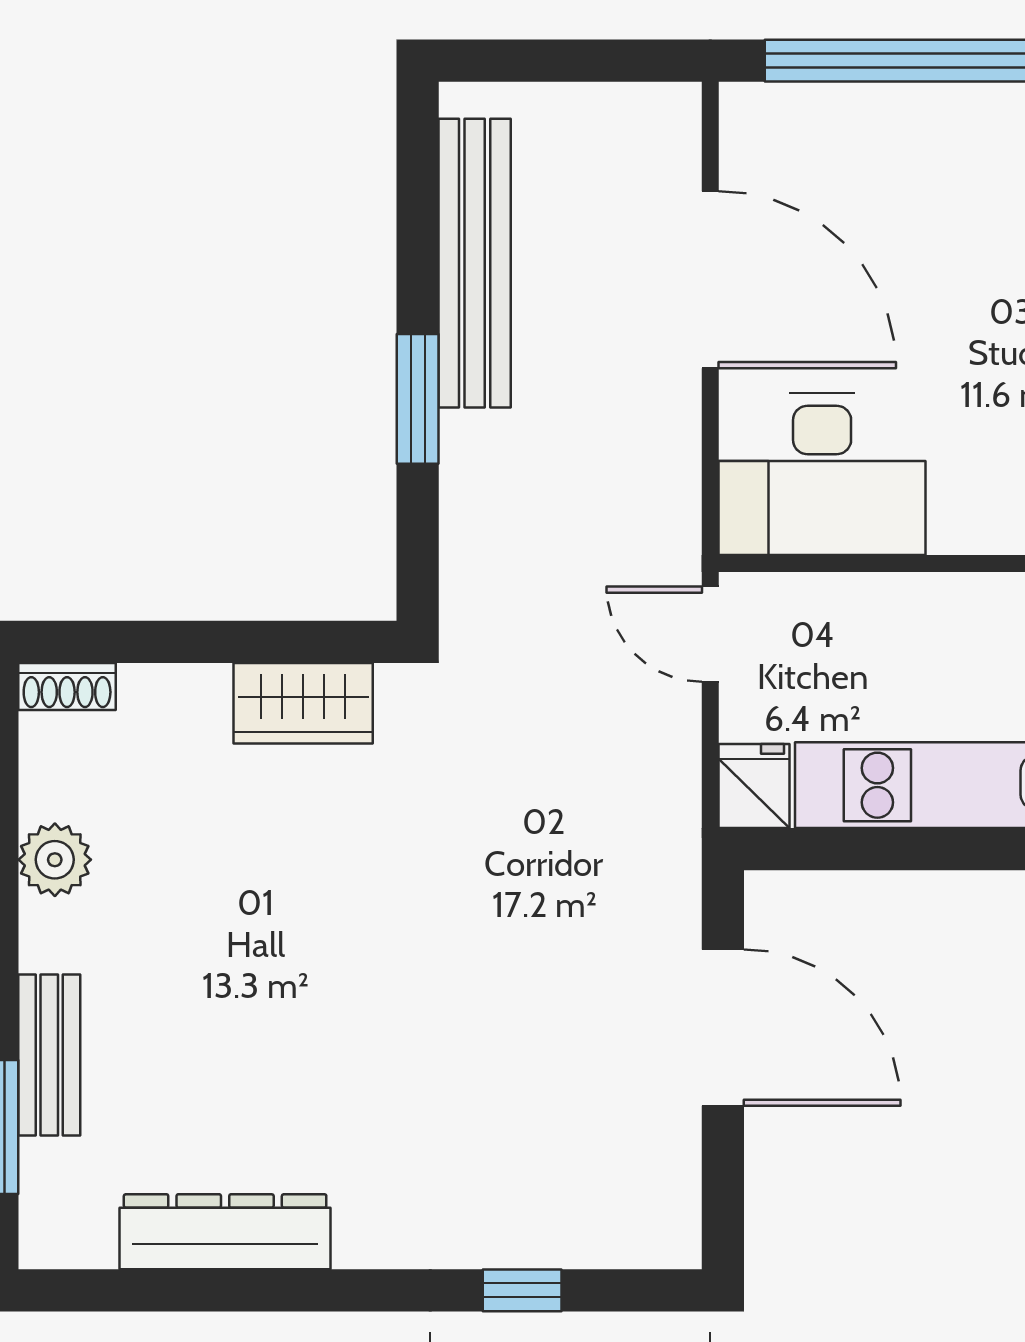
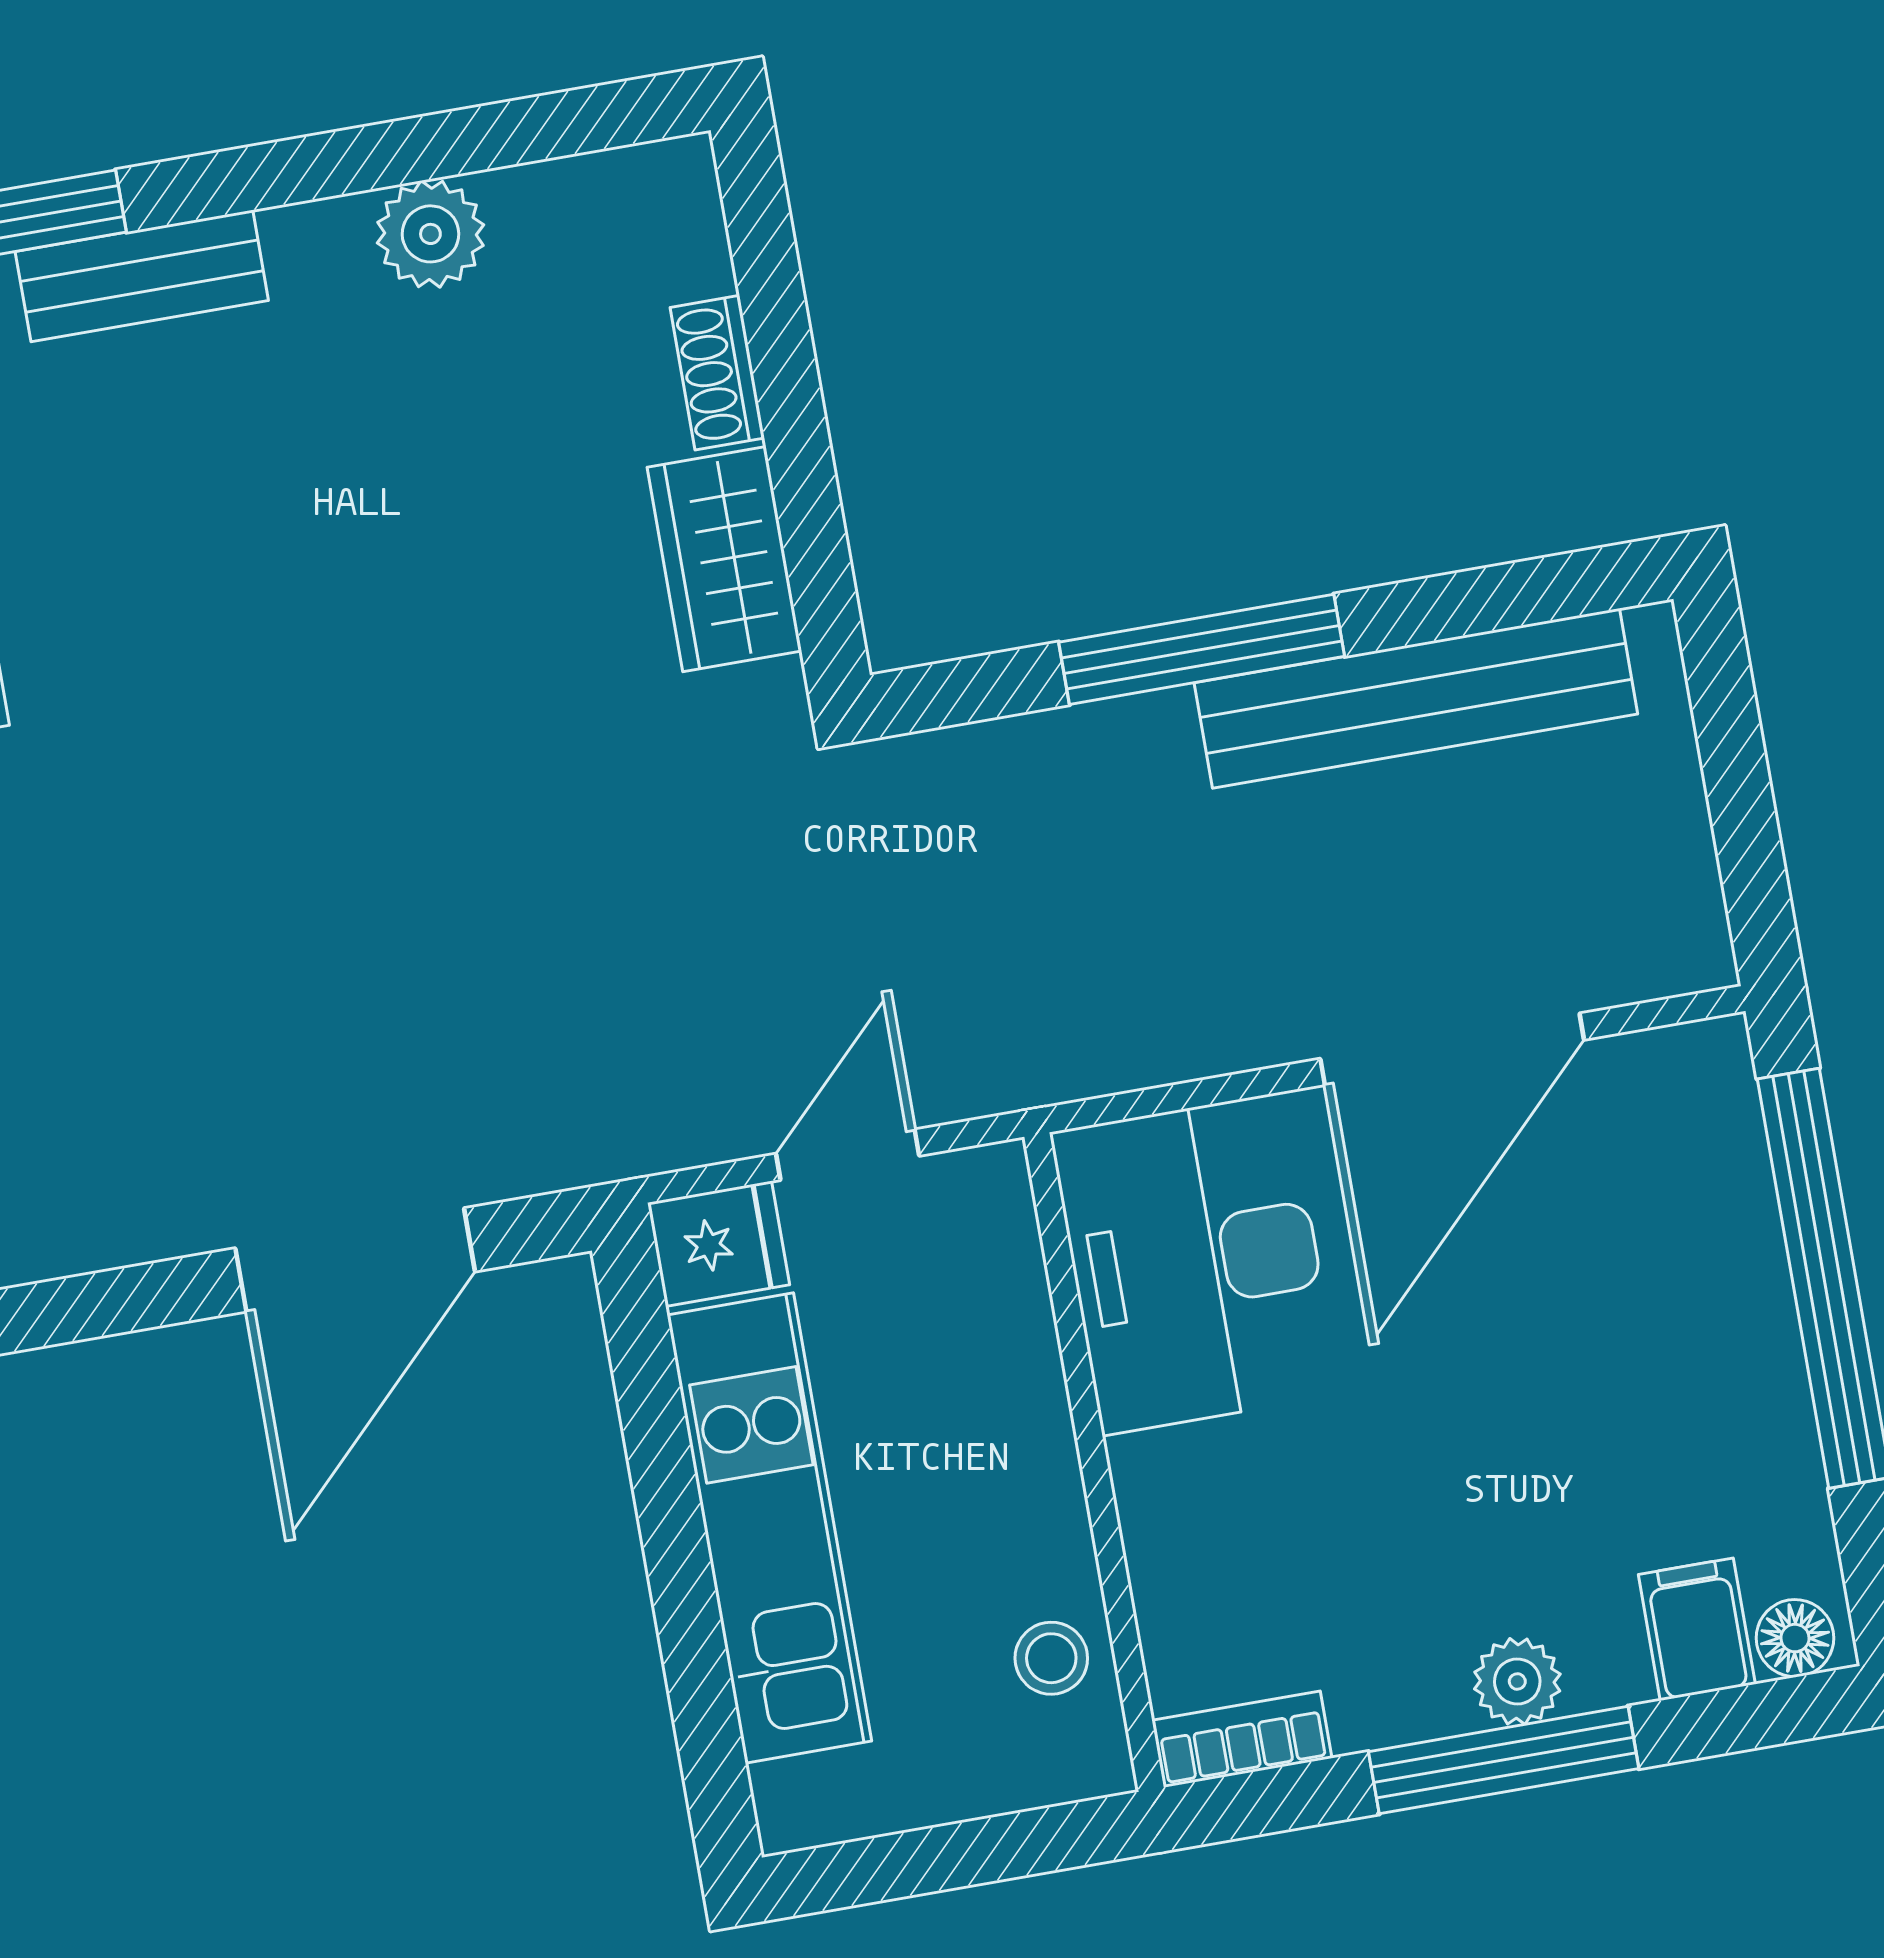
window: (418, 399) -> (1202, 649), width x1.44
door: (710, 634) -> (848, 1155), moved
shoe rack: (67, 686) -> (717, 373), moved

